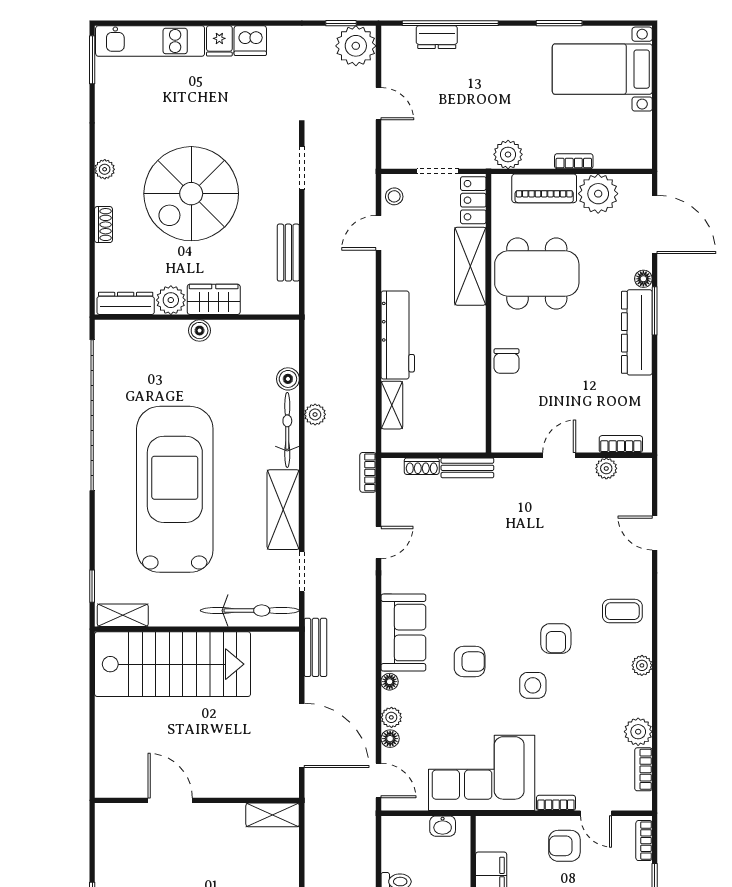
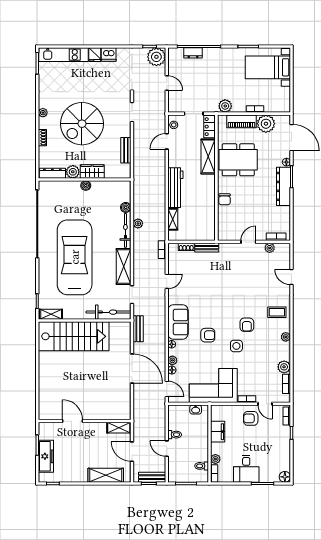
door: (170, 800) -> (73, 421), moved
wall: (197, 800) -> (85, 421), moved
shelving: (273, 815) -> (119, 428), moved

